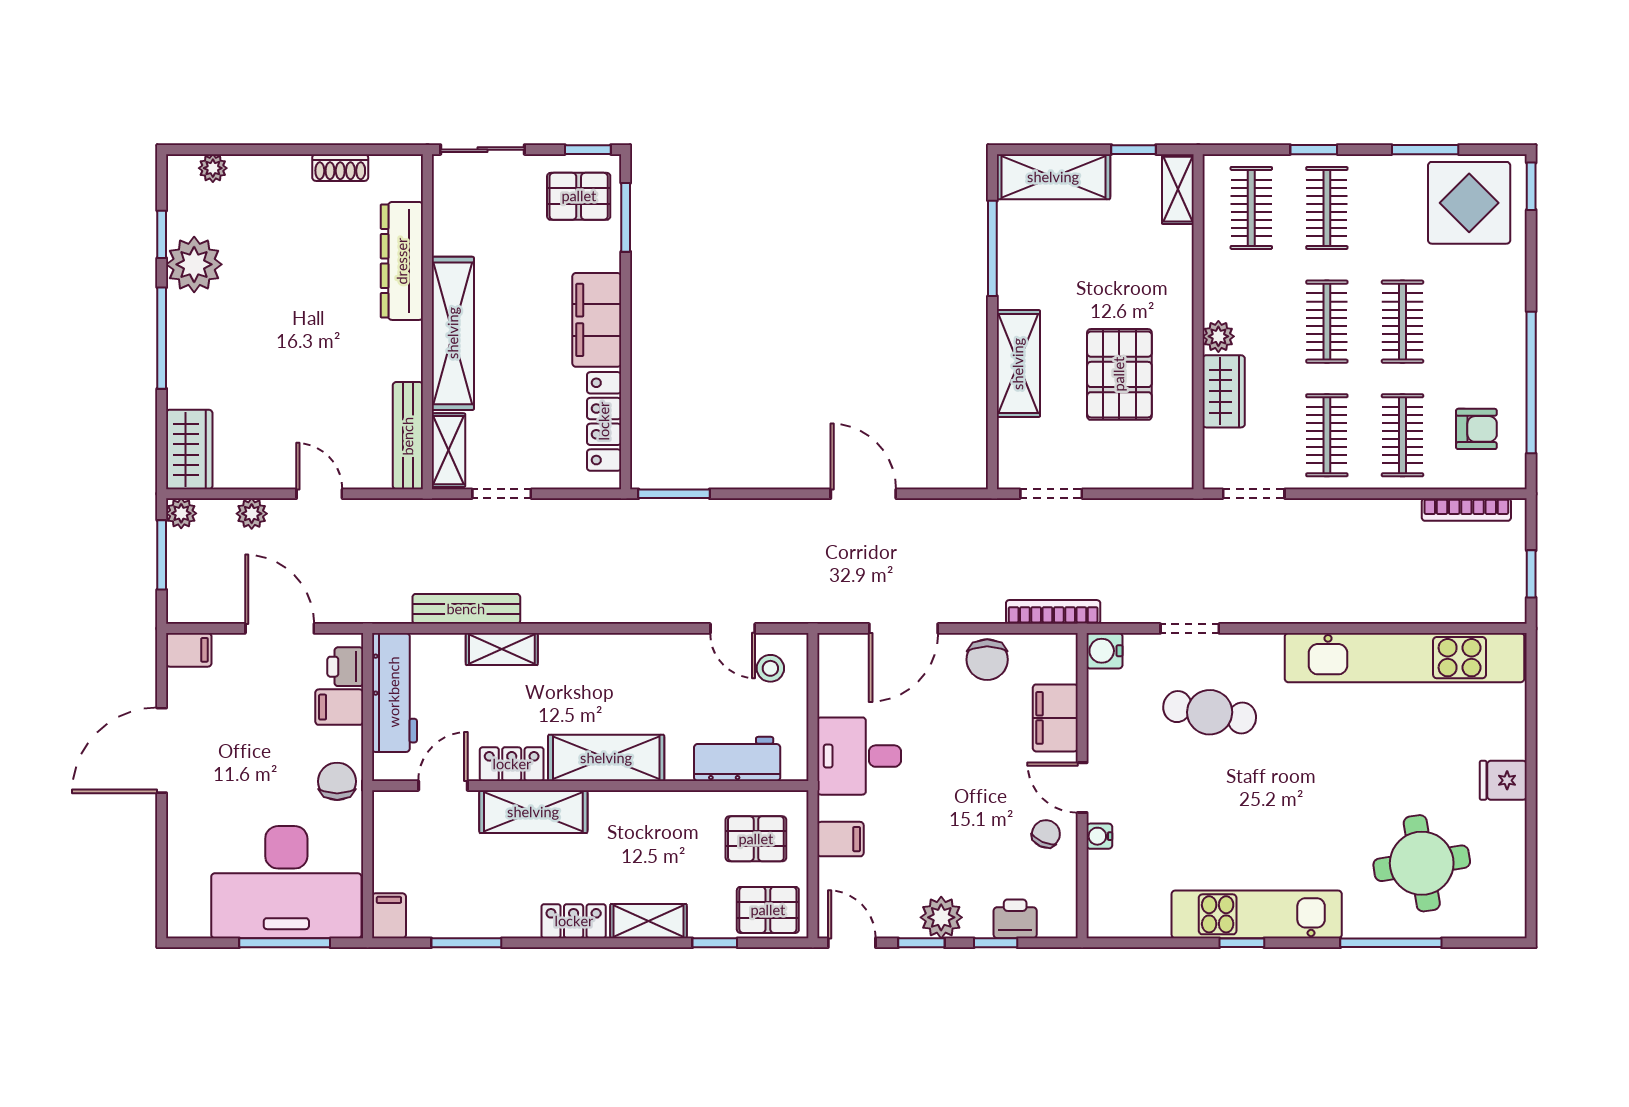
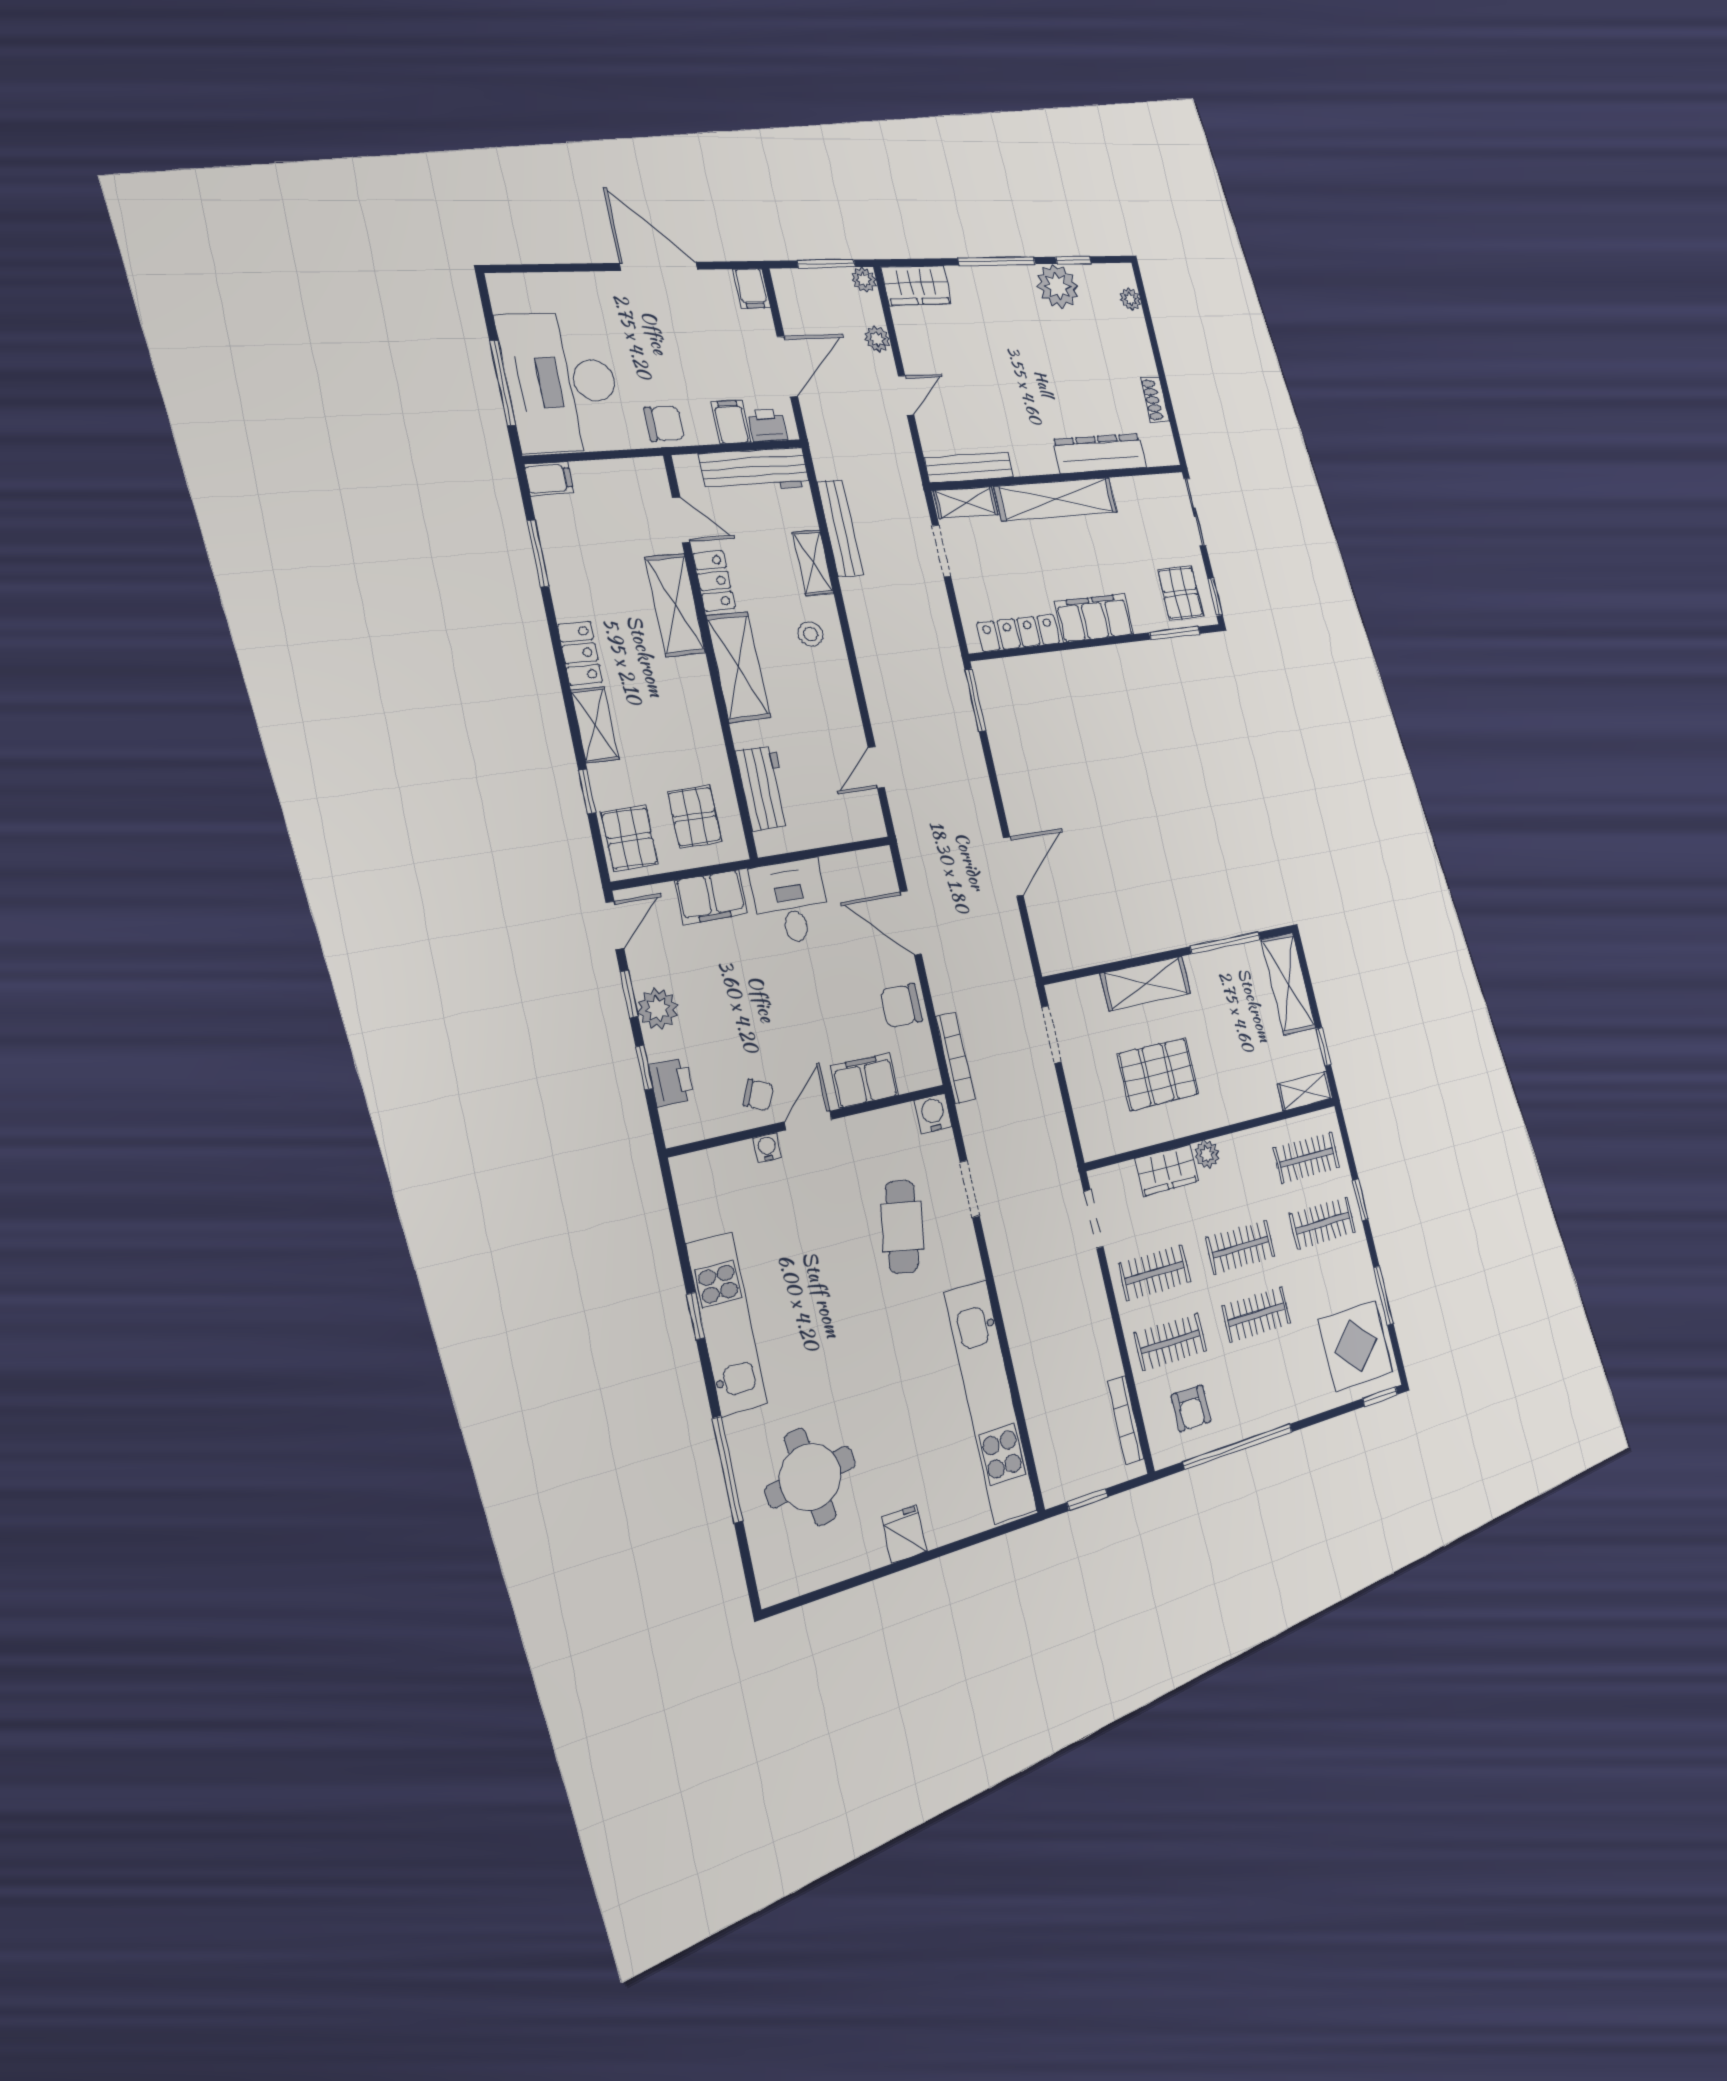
stool: (770, 668) -> (811, 634), moved
filing cabinet: (840, 839) -> (711, 897), width x2.00

